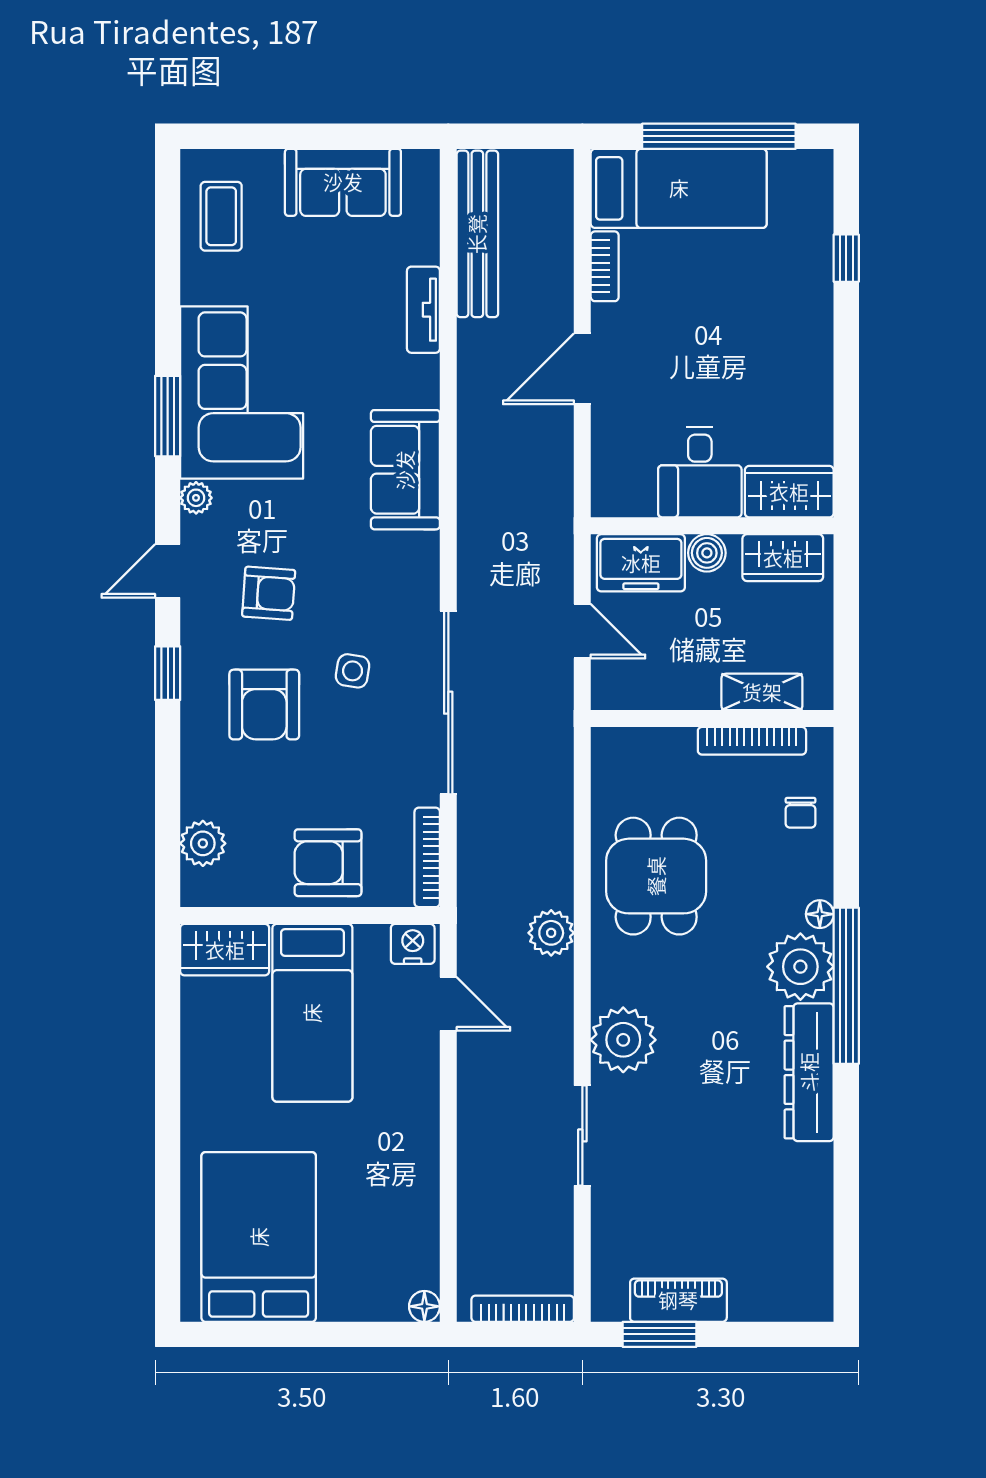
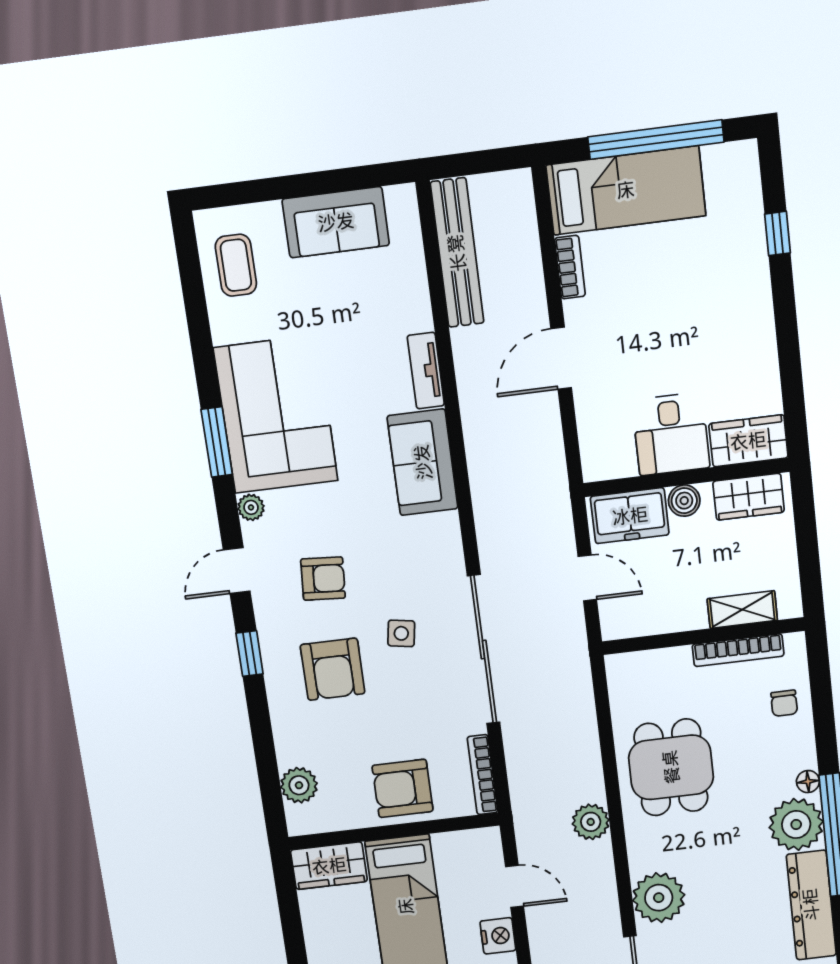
tv unit: (423, 310) -> (426, 371), moved
nightstand: (413, 944) -> (498, 936), moved, turned 90

